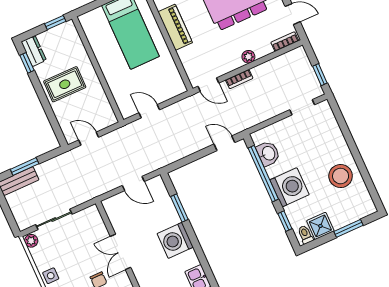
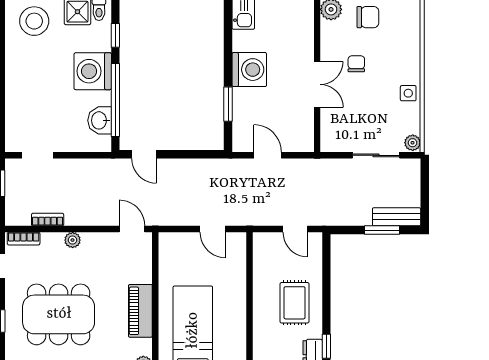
bookcase: (239, 79) -> (48, 220), moved
rug: (65, 84) -> (295, 303), turned 90
stool: (341, 176) -> (34, 21), moved

